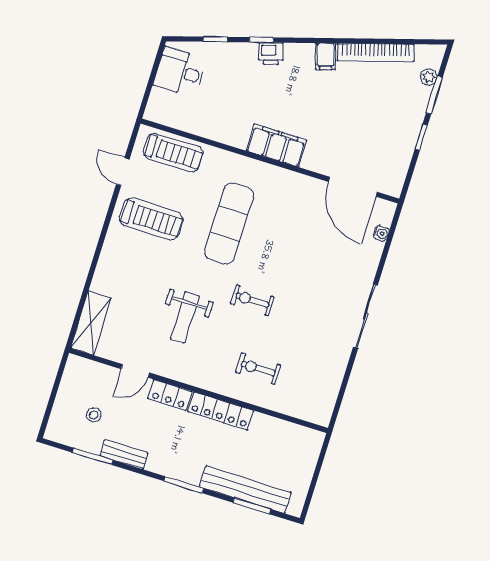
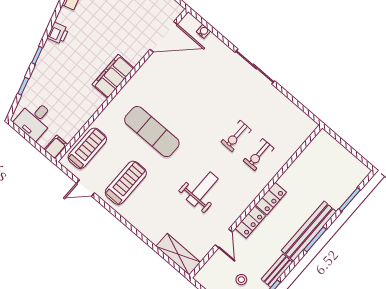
printer: (271, 53) -> (58, 33), moved
filing cabinet: (326, 56) -> (56, 147), moved, turned -73
exercise bike: (252, 300) -> (236, 136), moved
weight bench: (185, 317) -> (202, 189), turned -90
locker: (221, 411) -> (271, 199), width x0.66
bench: (245, 490) -> (309, 231), moved

